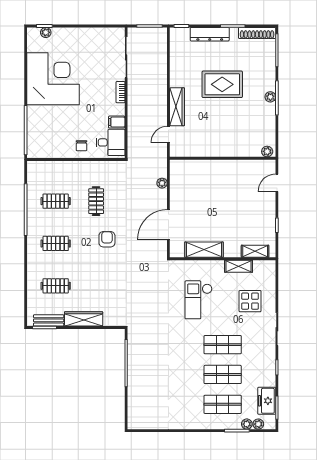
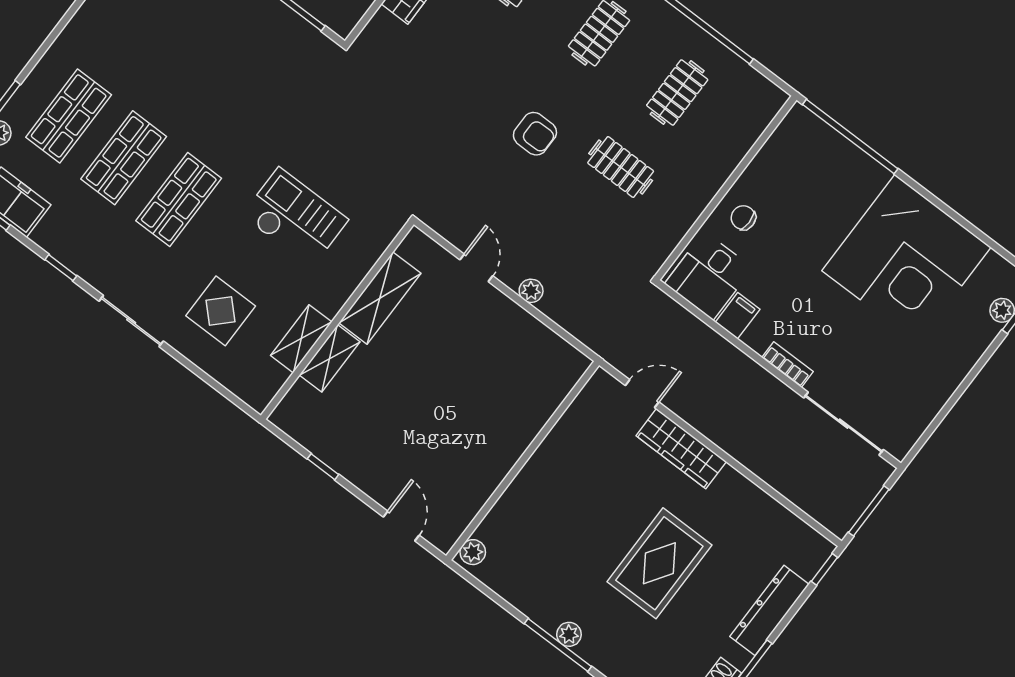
door: (168, 135) -> (642, 394), hinge flipped
plant: (162, 183) -> (531, 291), moved
door: (168, 224) -> (476, 268), width x0.53
shelving: (255, 251) -> (330, 358), moved

